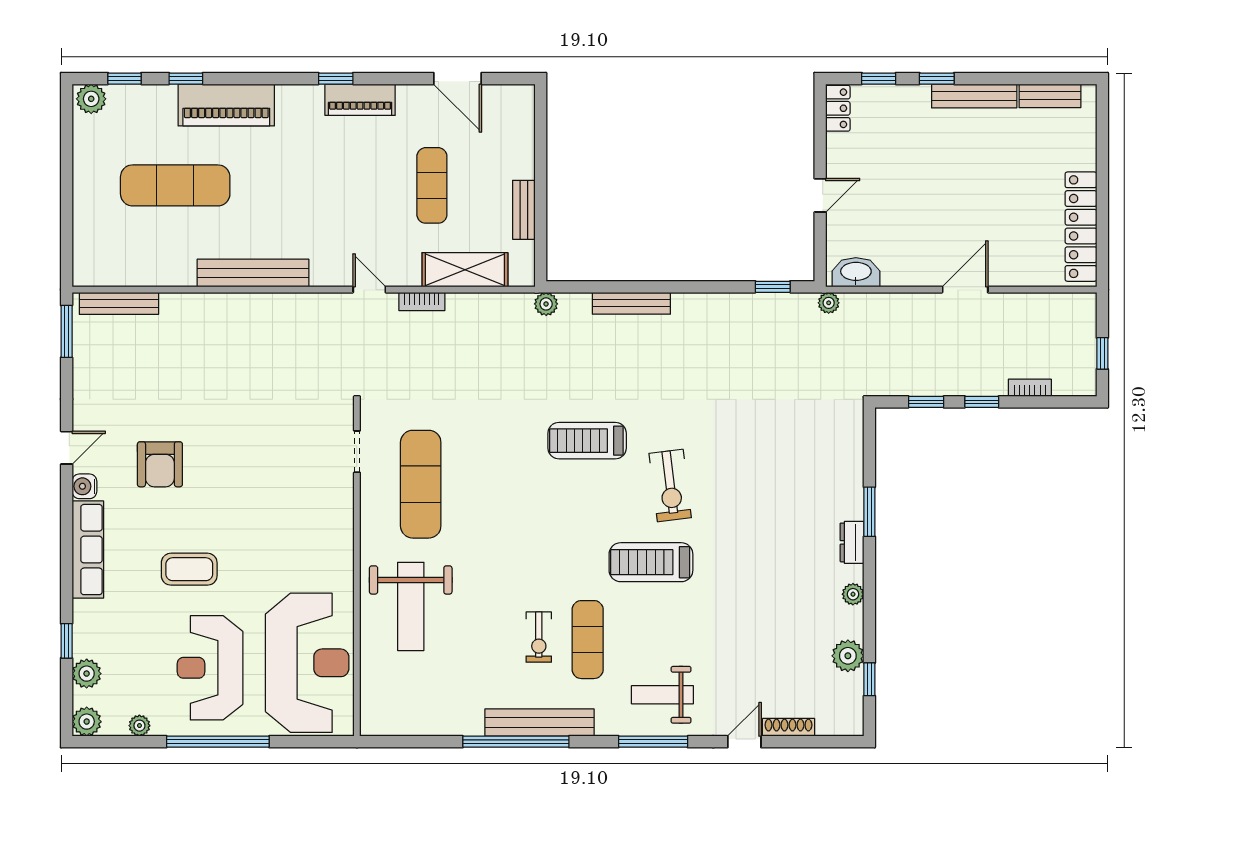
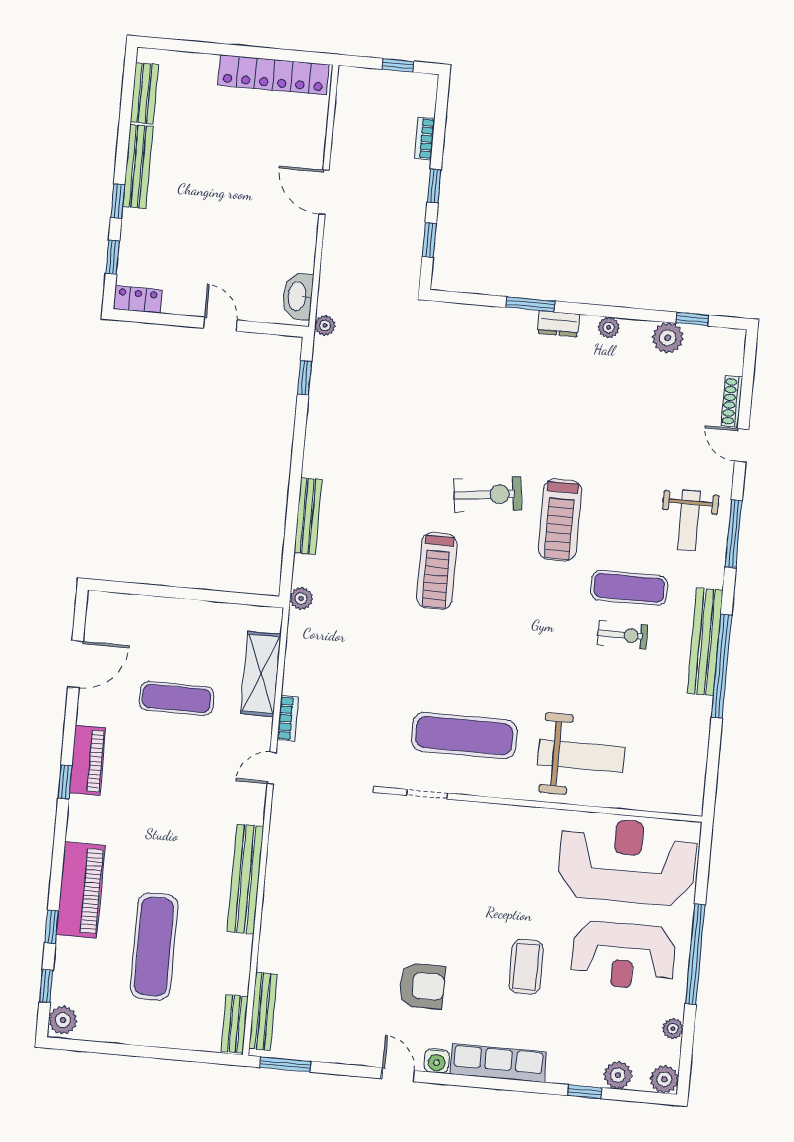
bench: (524, 210) -> (235, 1024), moved, turned 90

